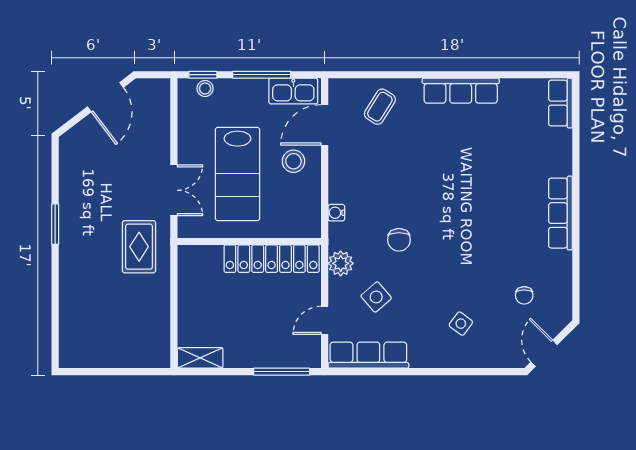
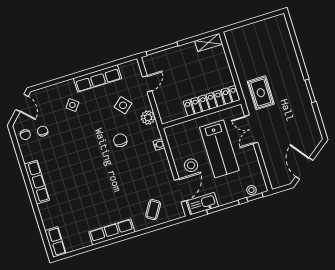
lab bench: (237, 174) -> (219, 149), turned 180
locker: (272, 259) -> (211, 101), moved
chair: (555, 298) -> (25, 135), added
row of seats: (368, 355) -> (97, 78), moved

